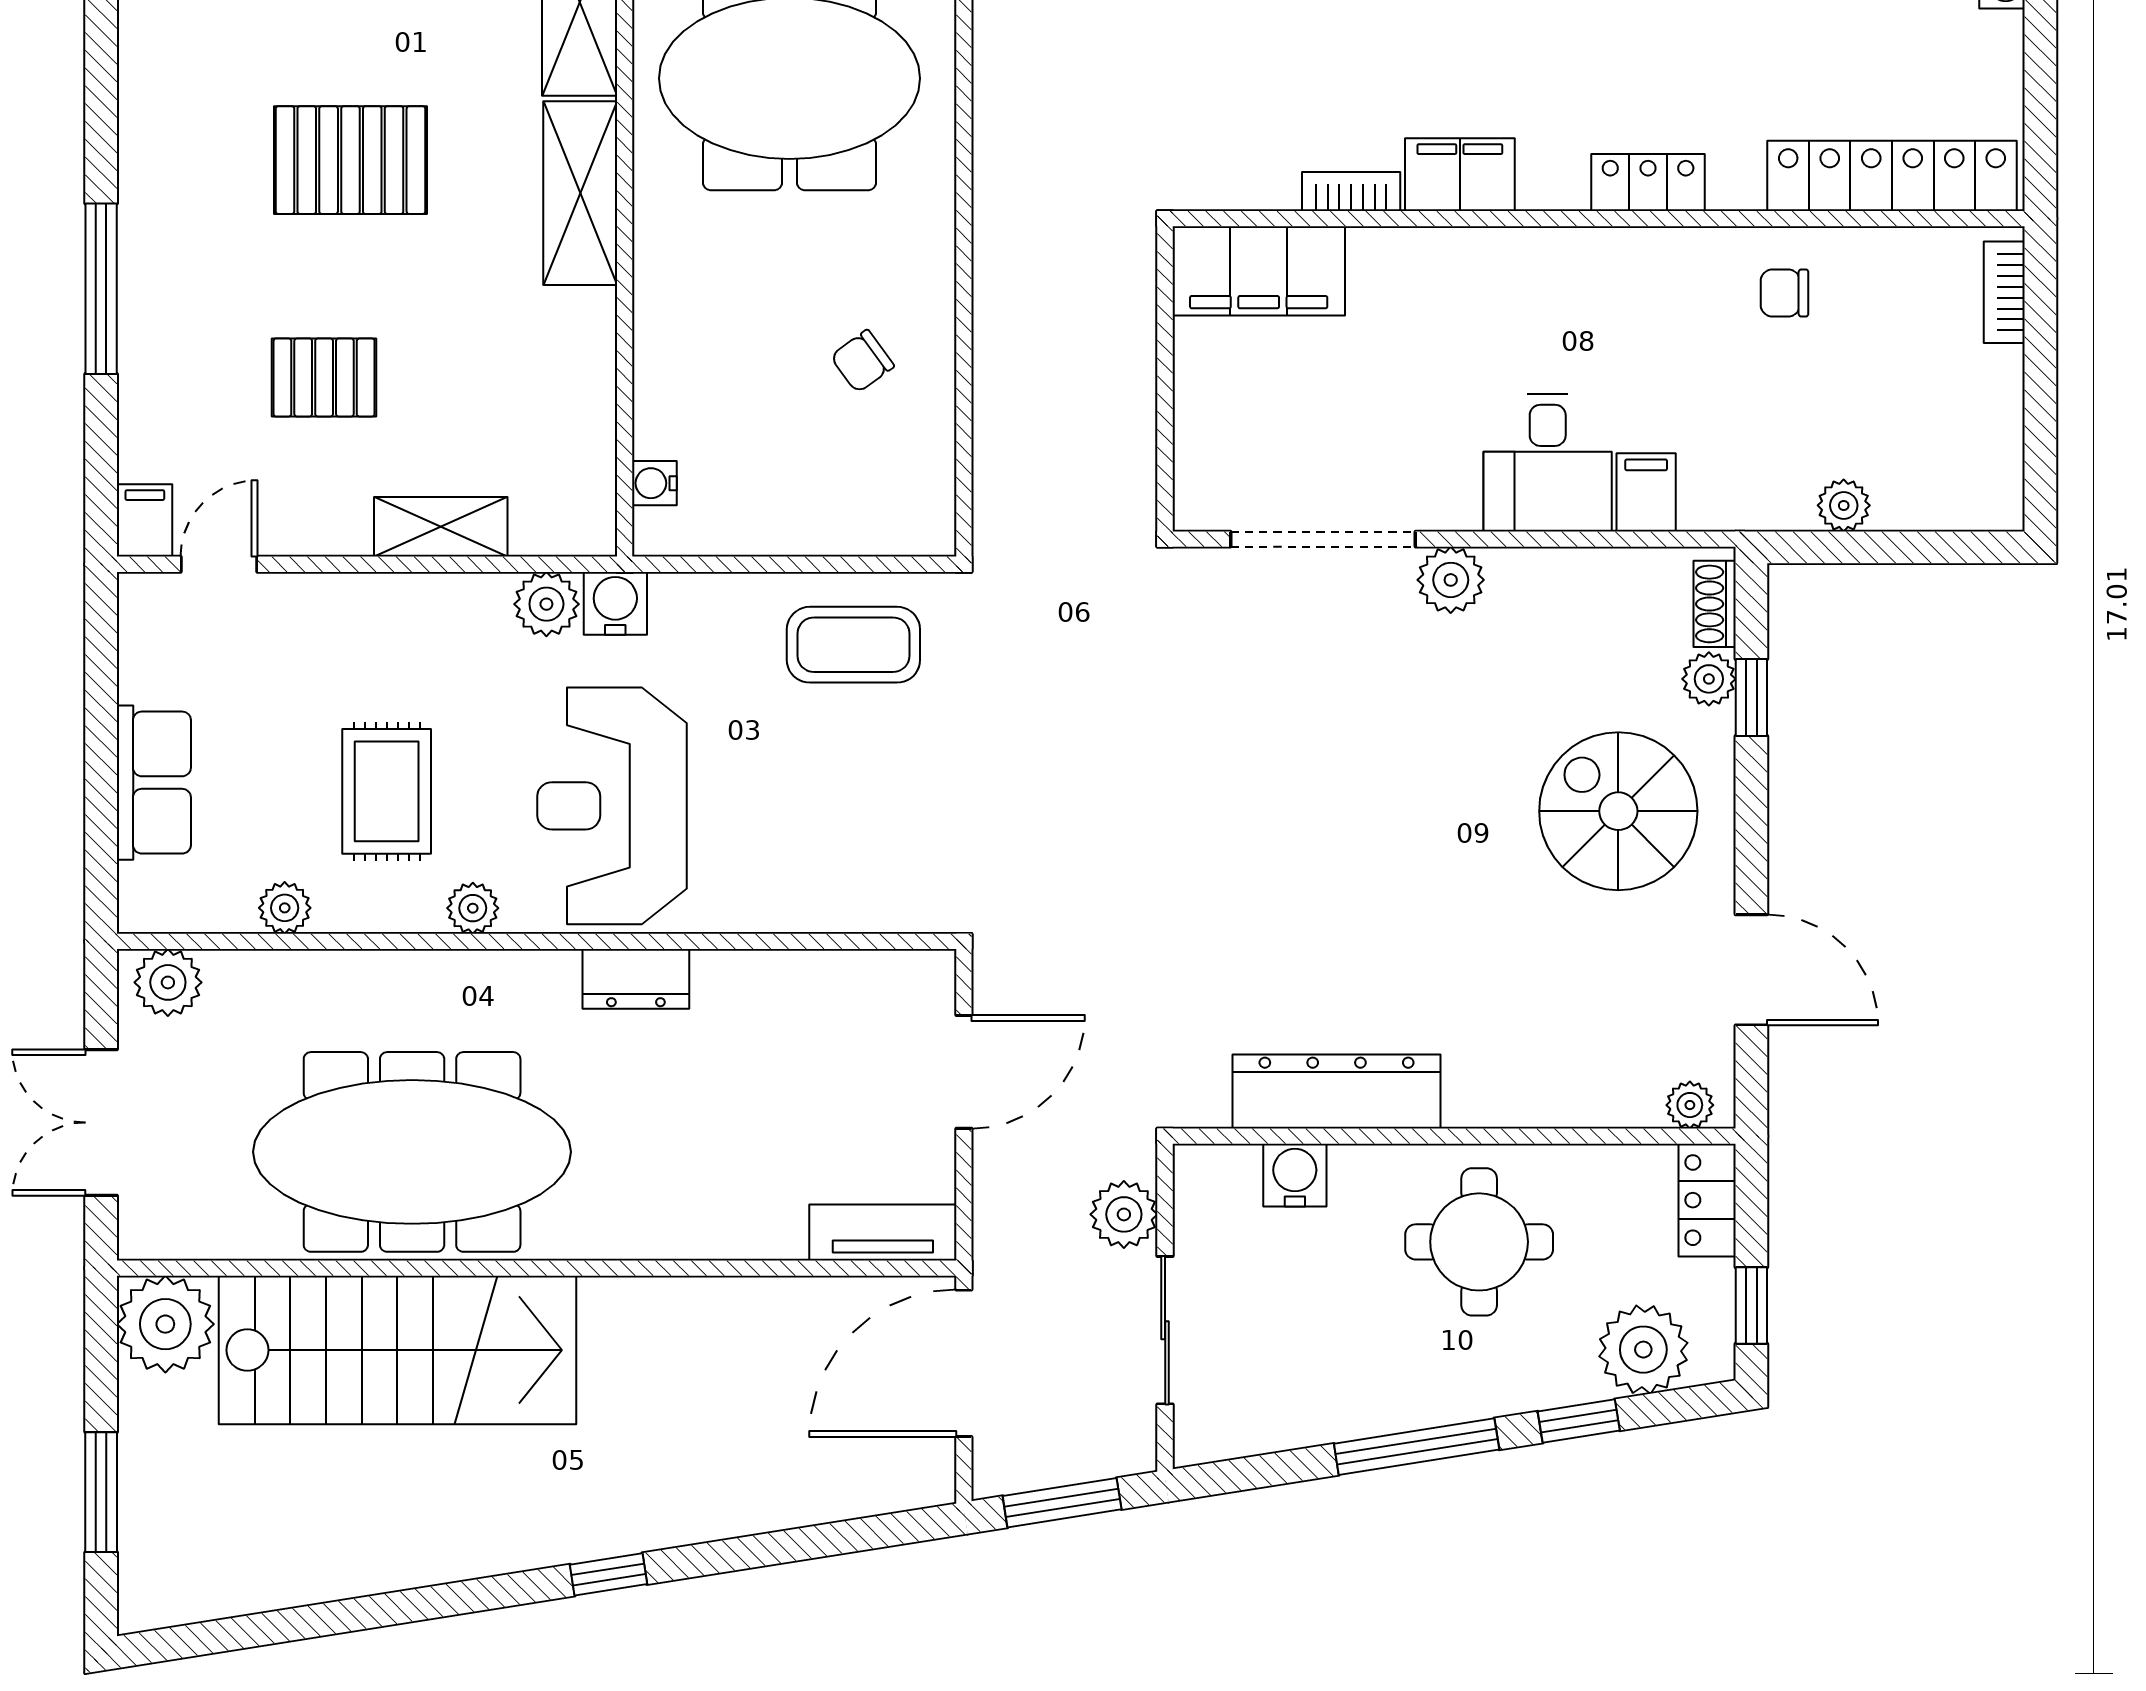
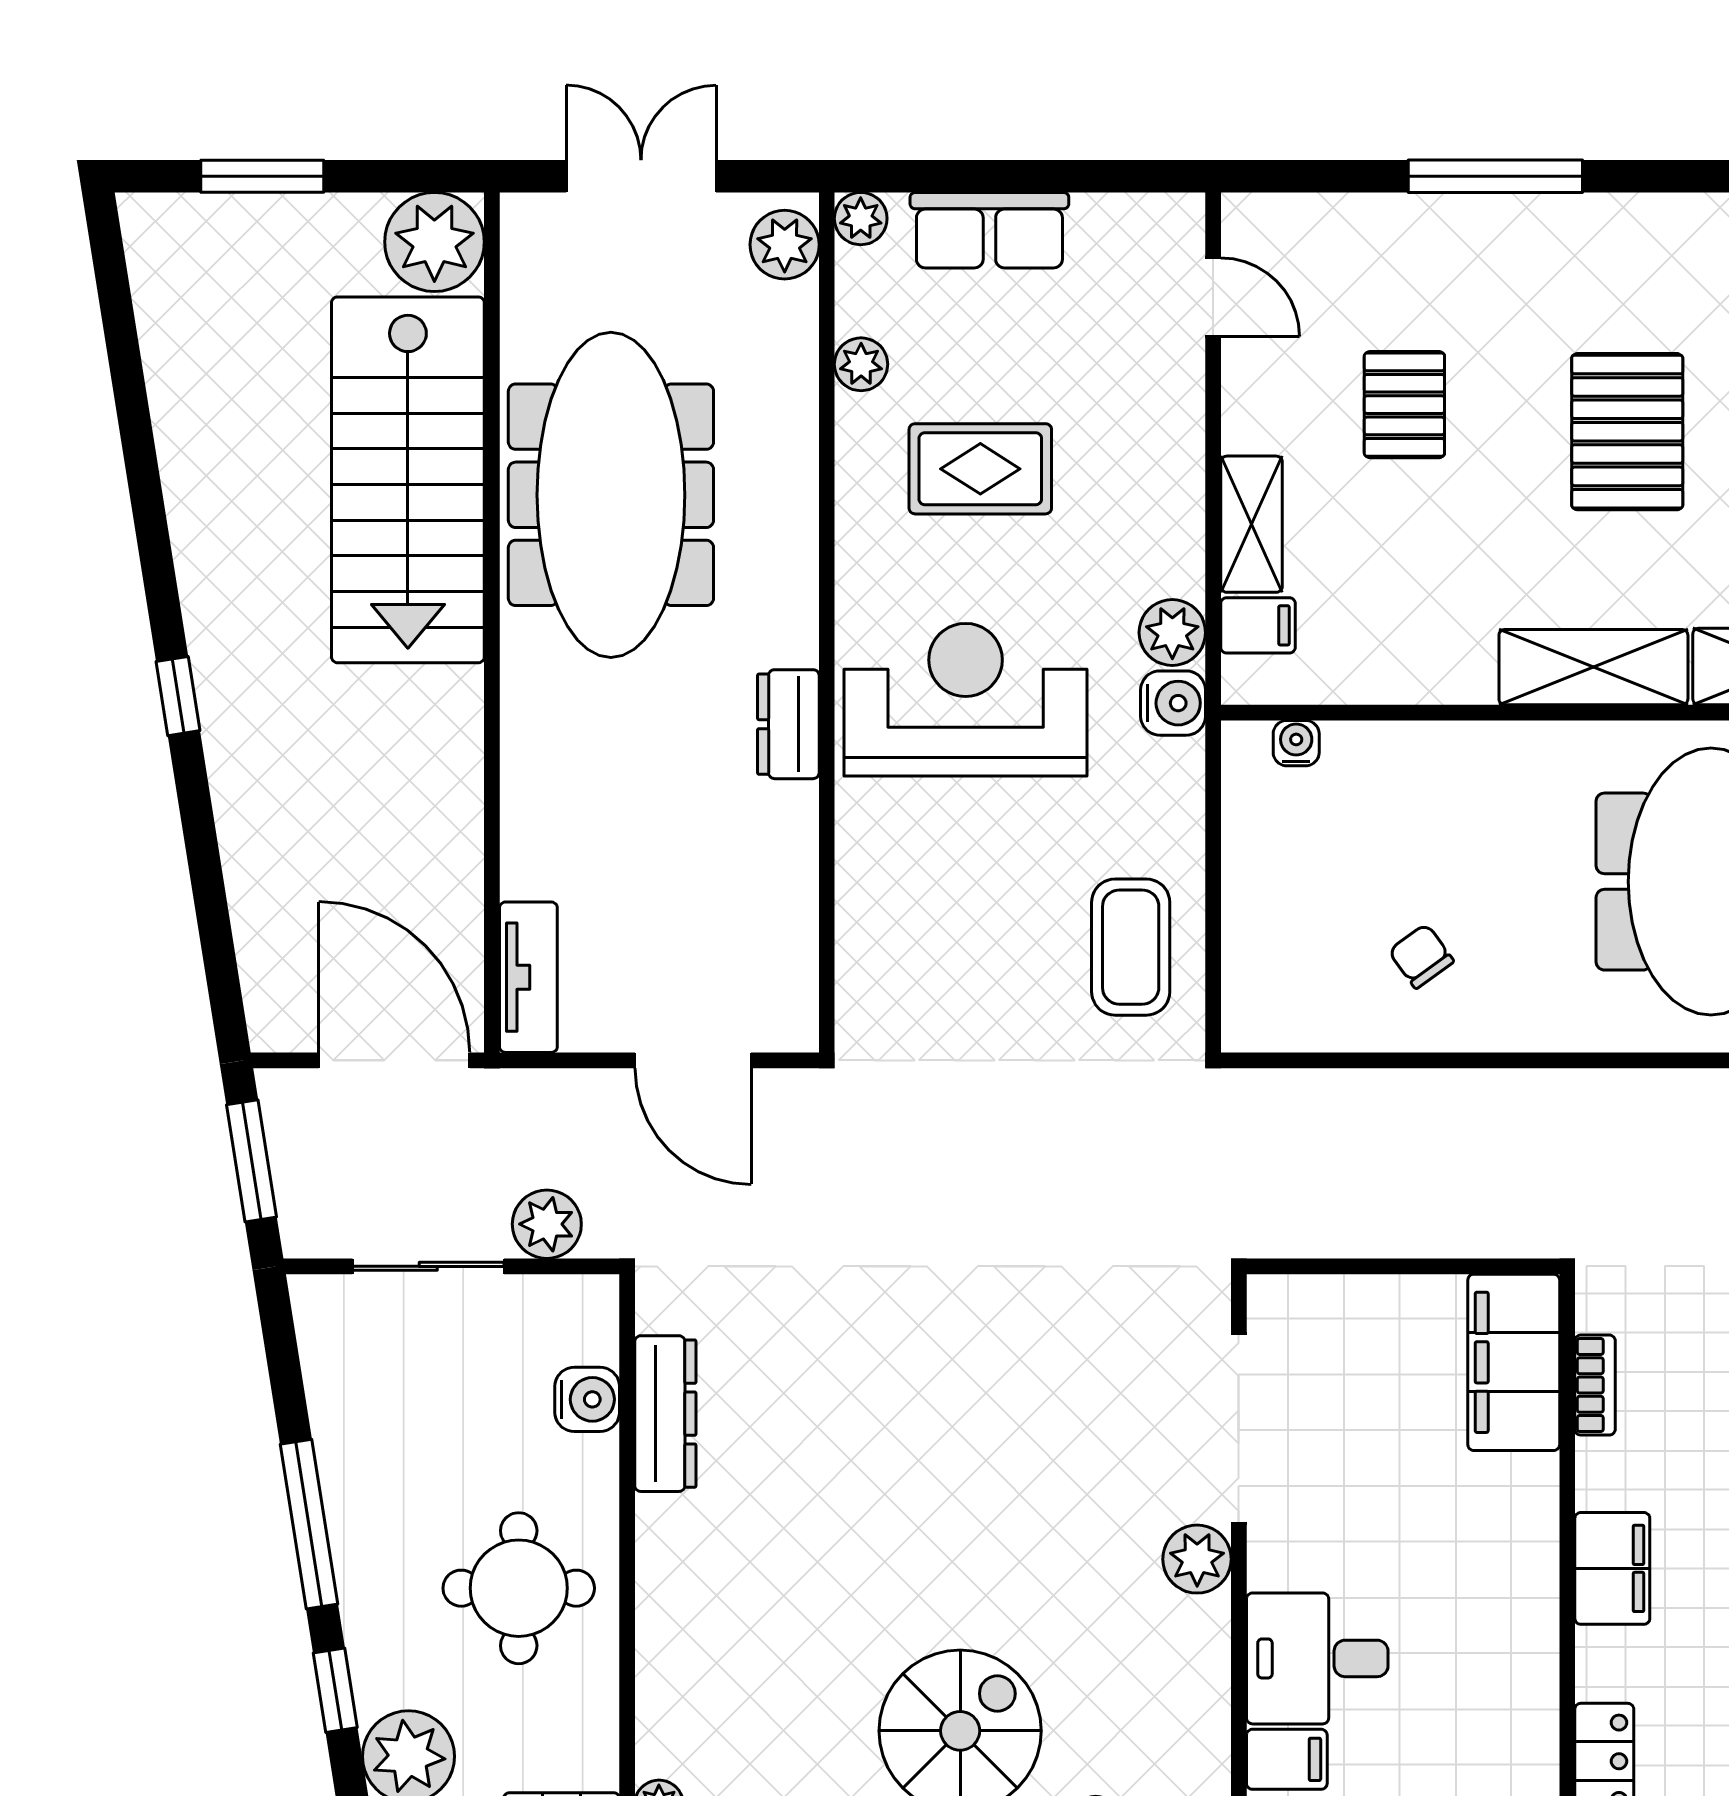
bookcase: (1351, 192) -> (1595, 1385), moved
filing cabinet: (145, 520) -> (1258, 625), moved
plant: (473, 908) -> (861, 219), moved
dresser: (1337, 1092) -> (665, 1414), width x0.73, depth x0.80

